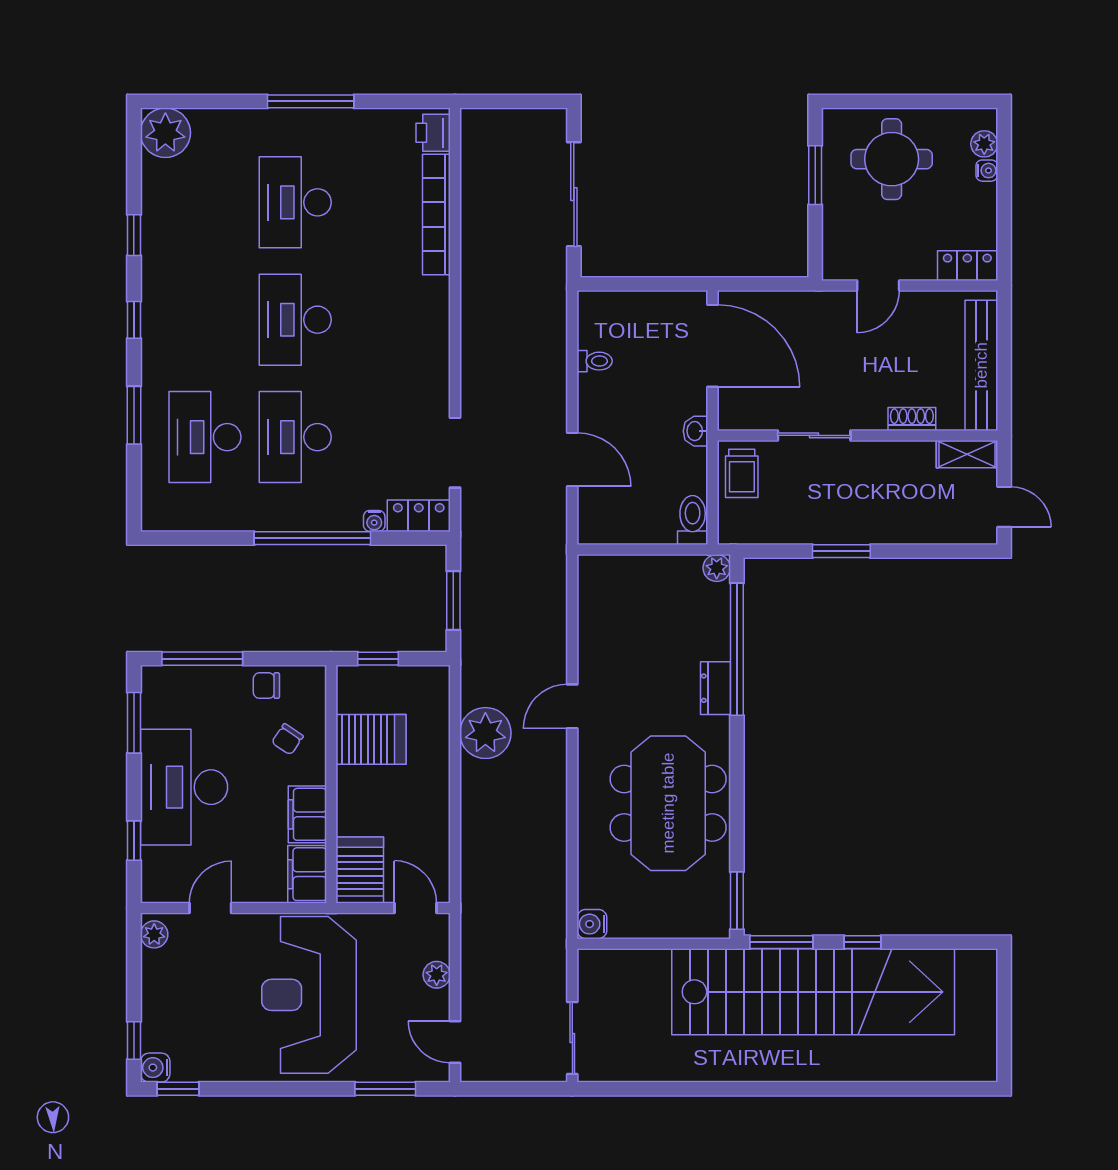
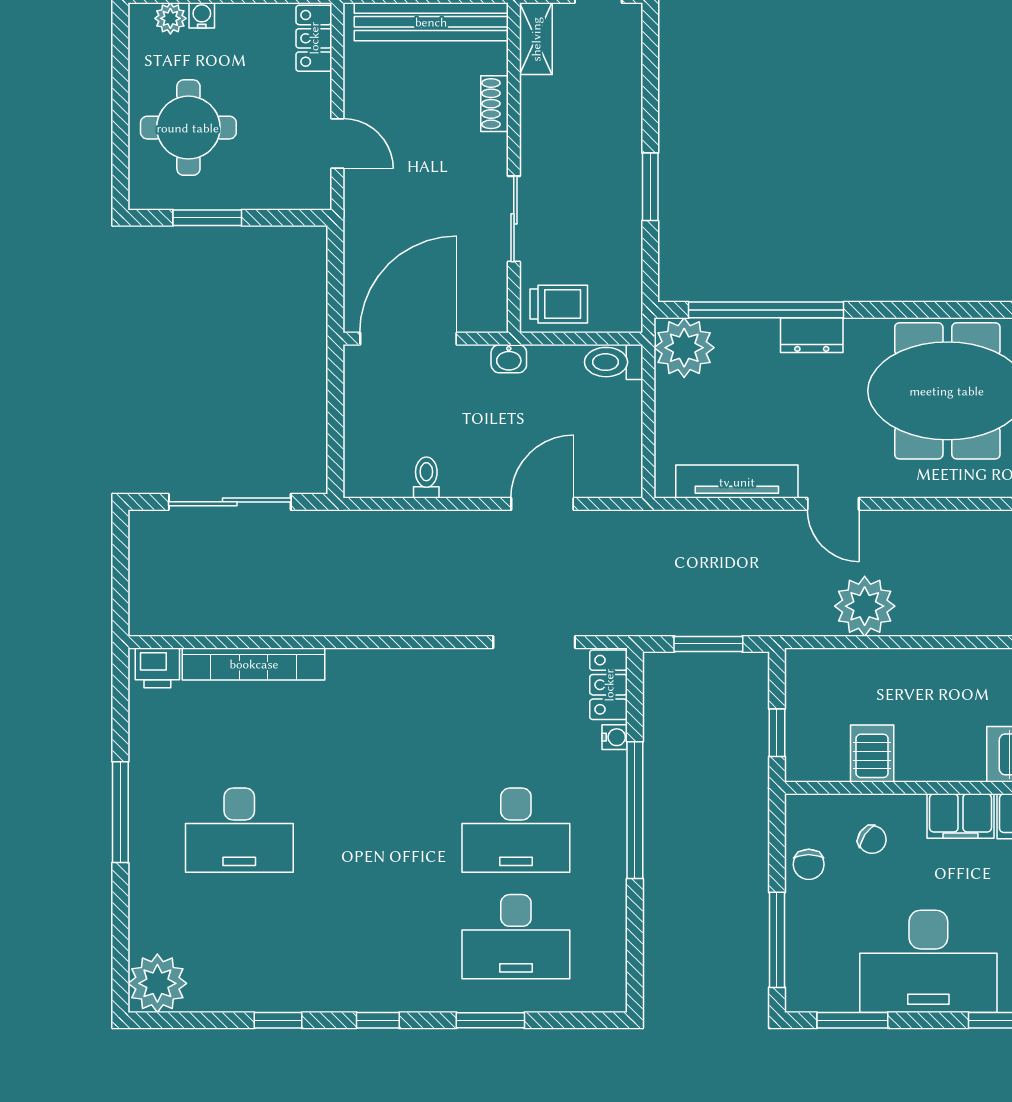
desk: (295, 320) -> (378, 830), removed
plant: (717, 568) -> (684, 348), width x1.87, depth x1.87
tv unit: (591, 625) -> (737, 482), added
server rack: (371, 739) -> (872, 754), width x0.73, depth x0.70

